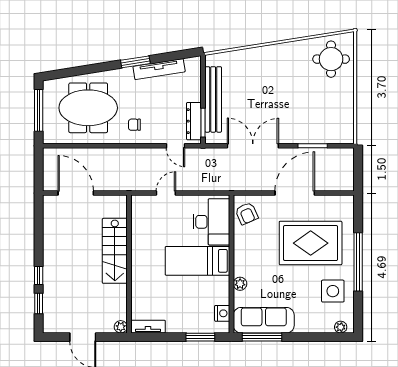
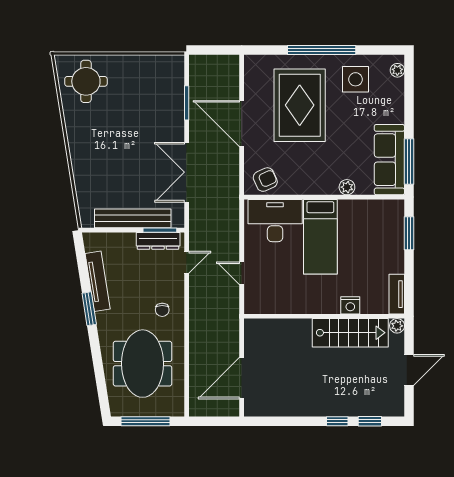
stairs: (115, 251) -> (350, 333), moved
nightstand: (222, 313) -> (350, 305), moved, turned 180

